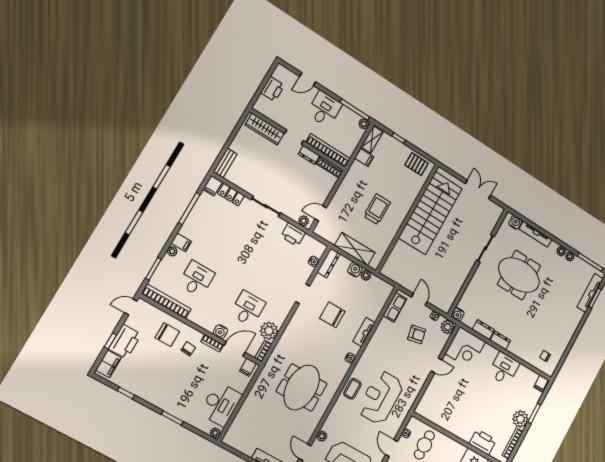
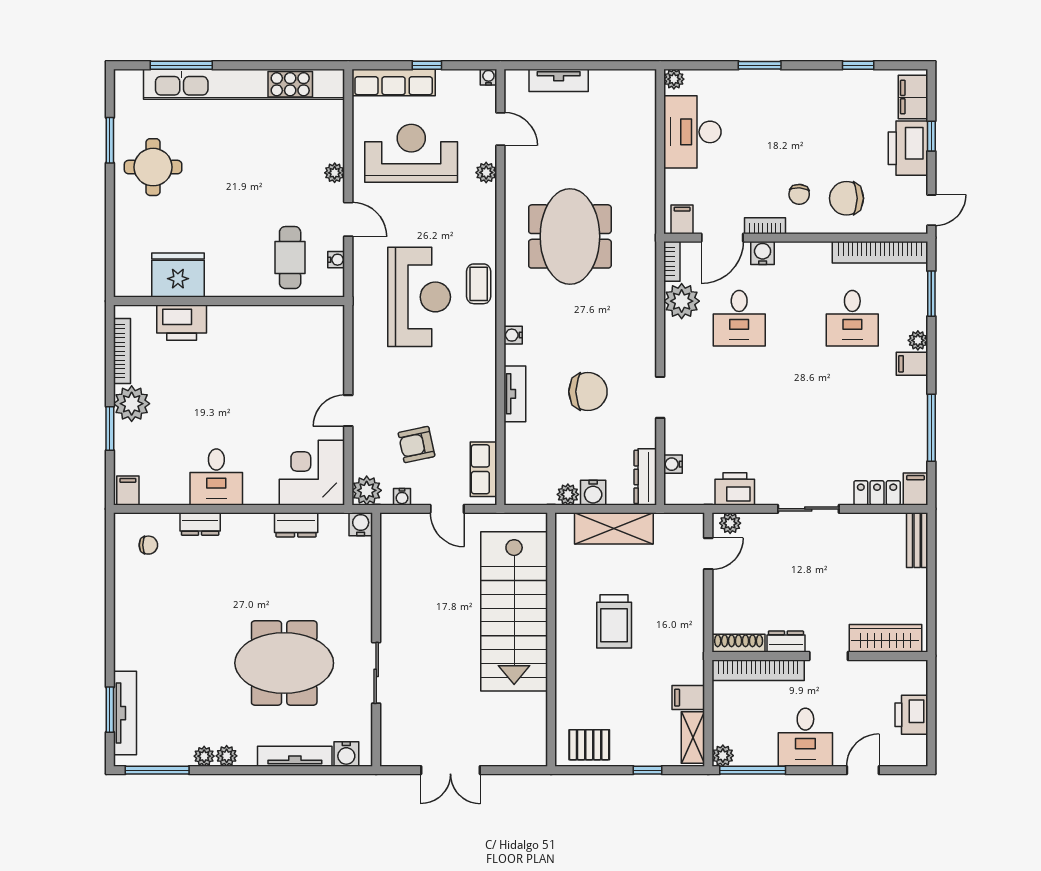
stairs: (431, 213) -> (514, 611), moved
dresser: (500, 340) -> (200, 524), moved

